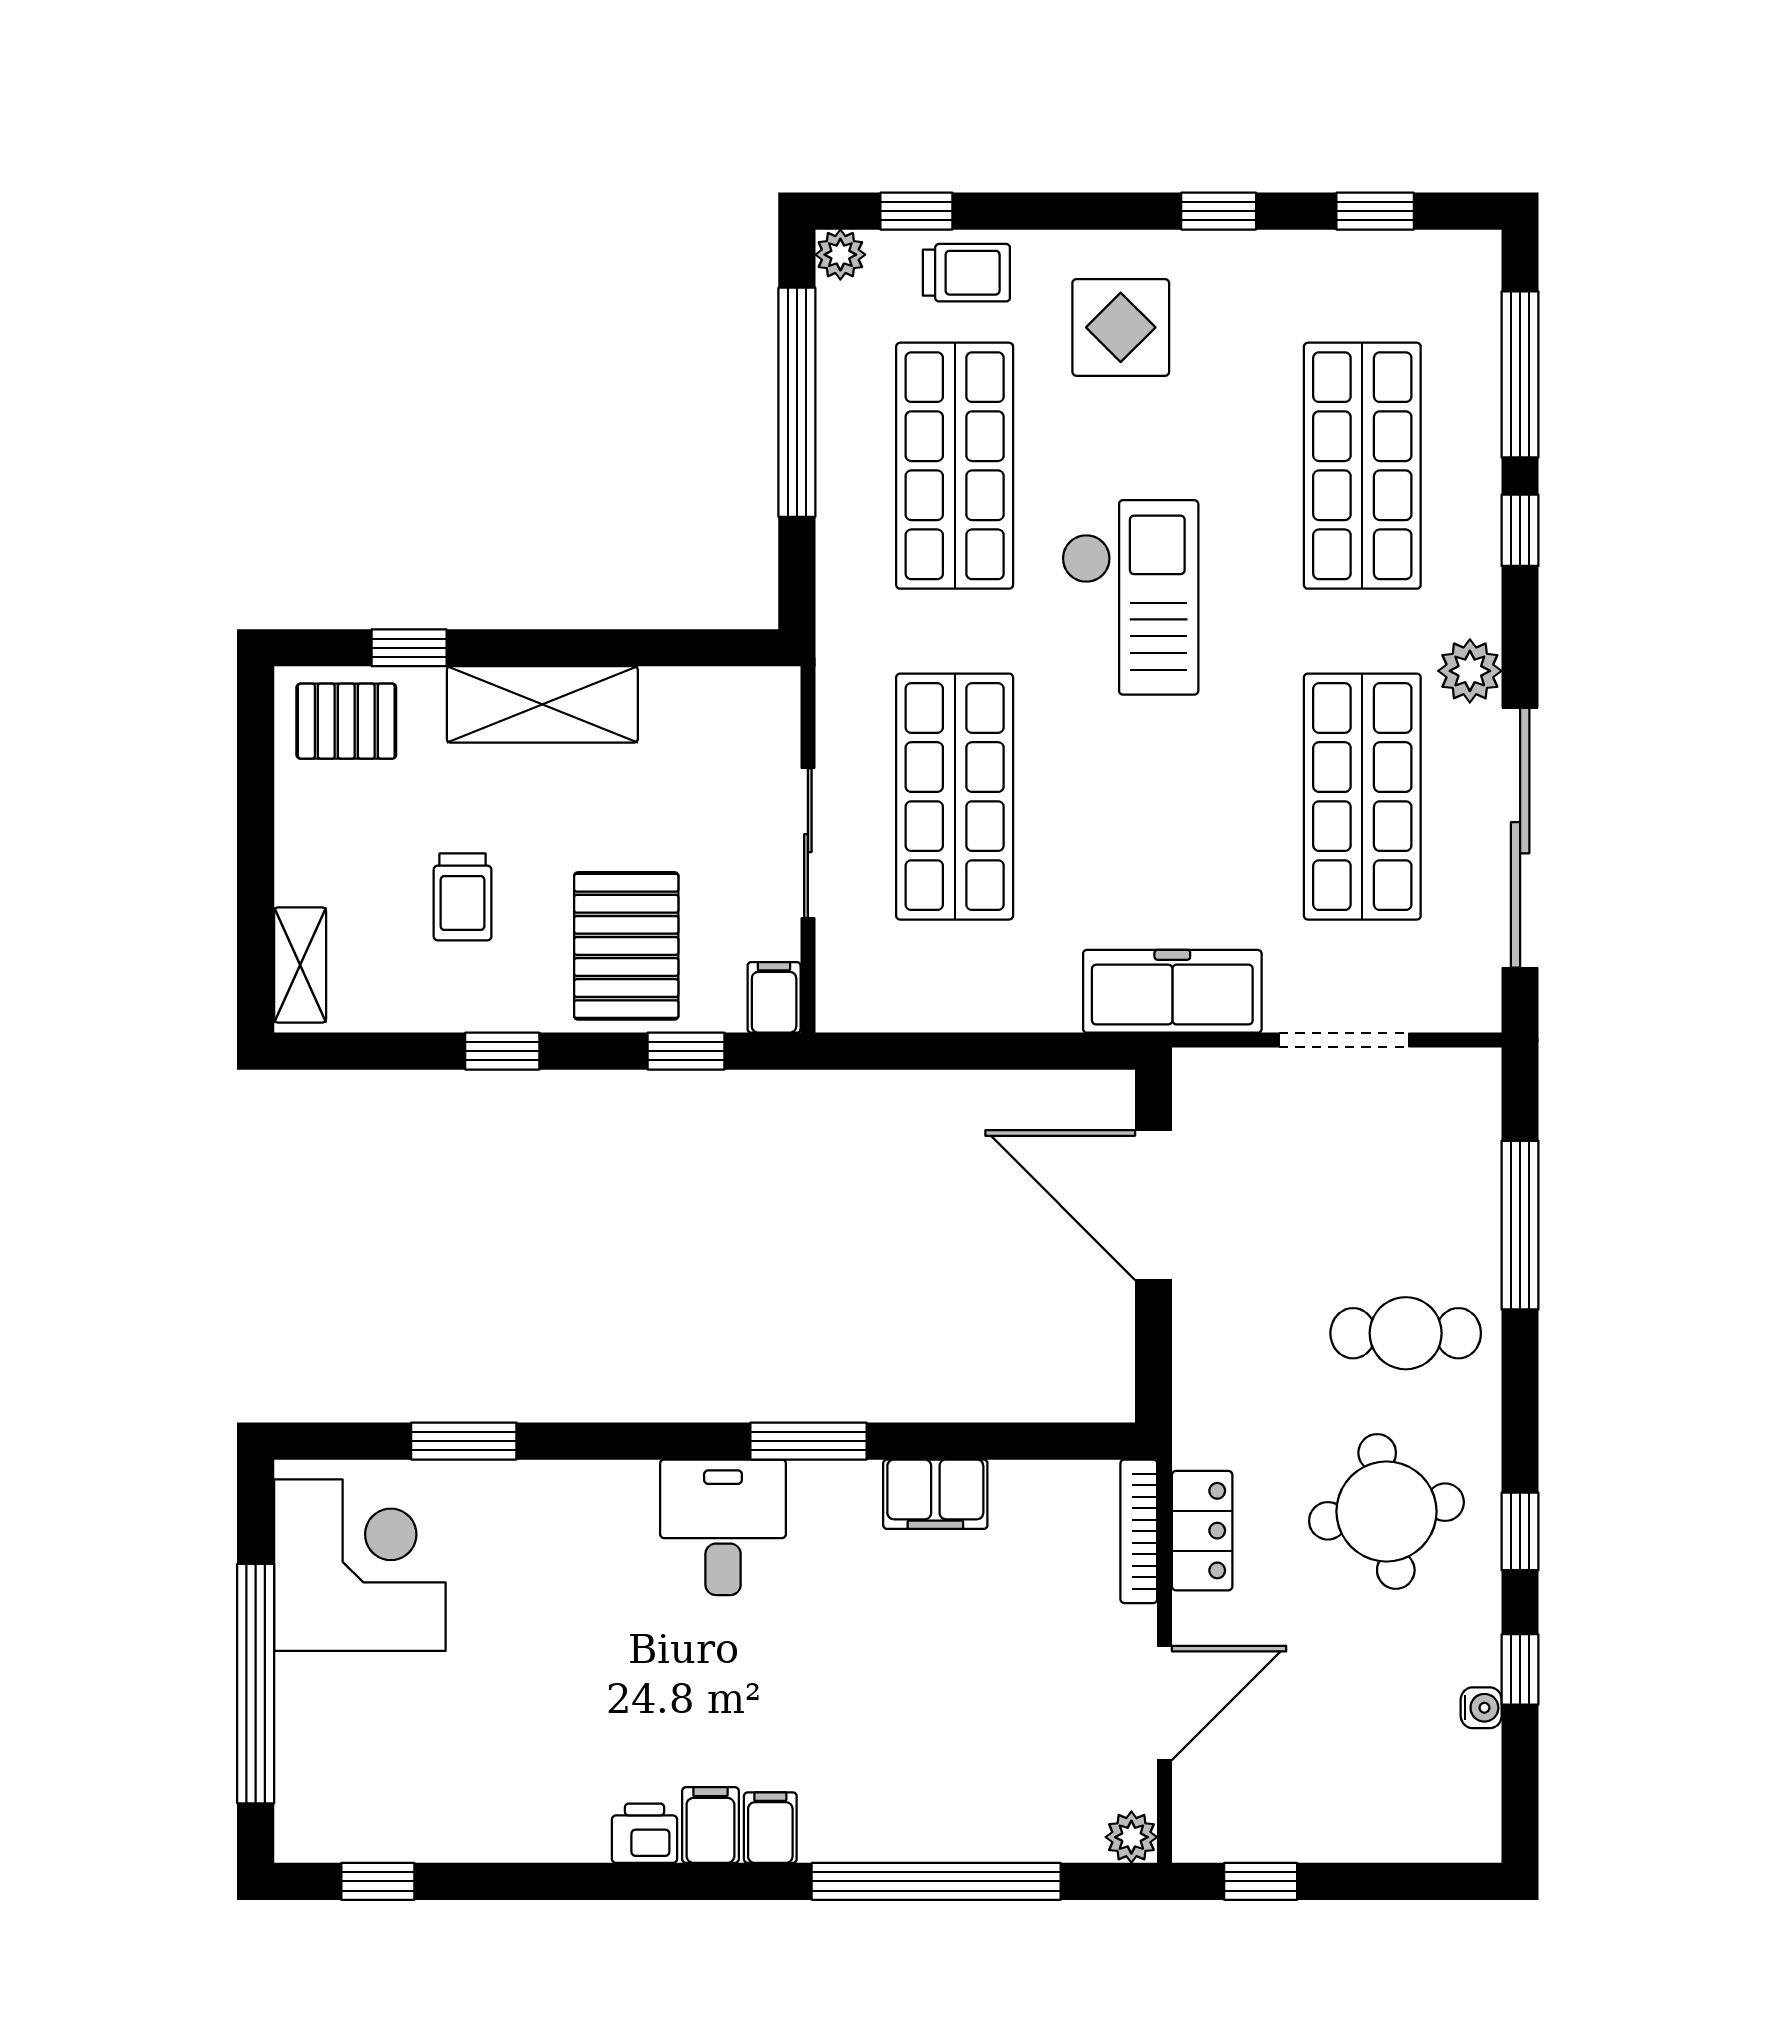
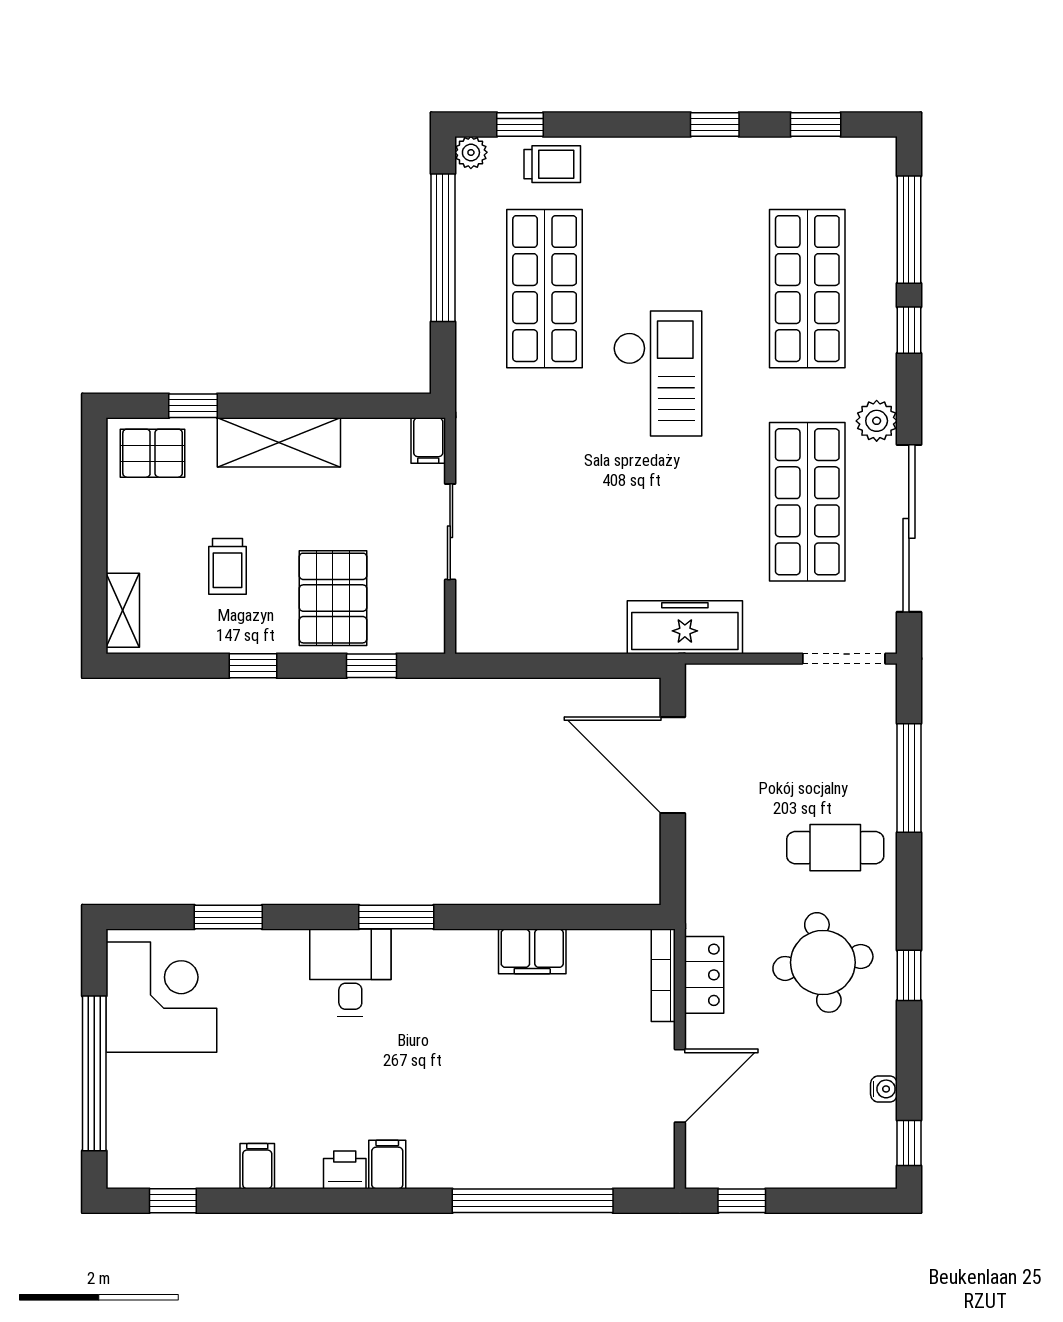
display table: (1121, 327) -> (652, 199), removed
shop shelf: (955, 797) -> (545, 502), removed
filing cabinet: (774, 997) -> (428, 441), moved, turned 180
doorway: (1344, 1040) -> (844, 659), moved
window: (809, 1441) -> (396, 917), moved
desk: (723, 1527) -> (350, 973), moved
window: (1520, 1669) -> (909, 1143), moved
filing cabinet: (770, 1828) -> (257, 1166), moved
plant: (1131, 1837) -> (659, 1172), removed

